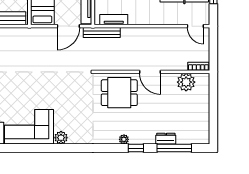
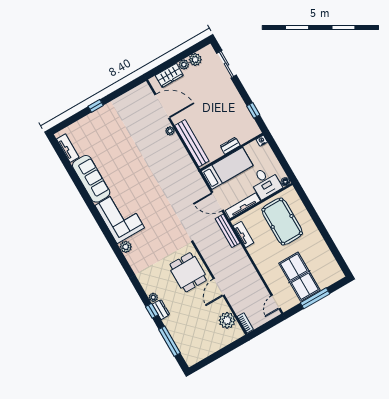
dresser: (166, 139) -> (161, 309), moved

